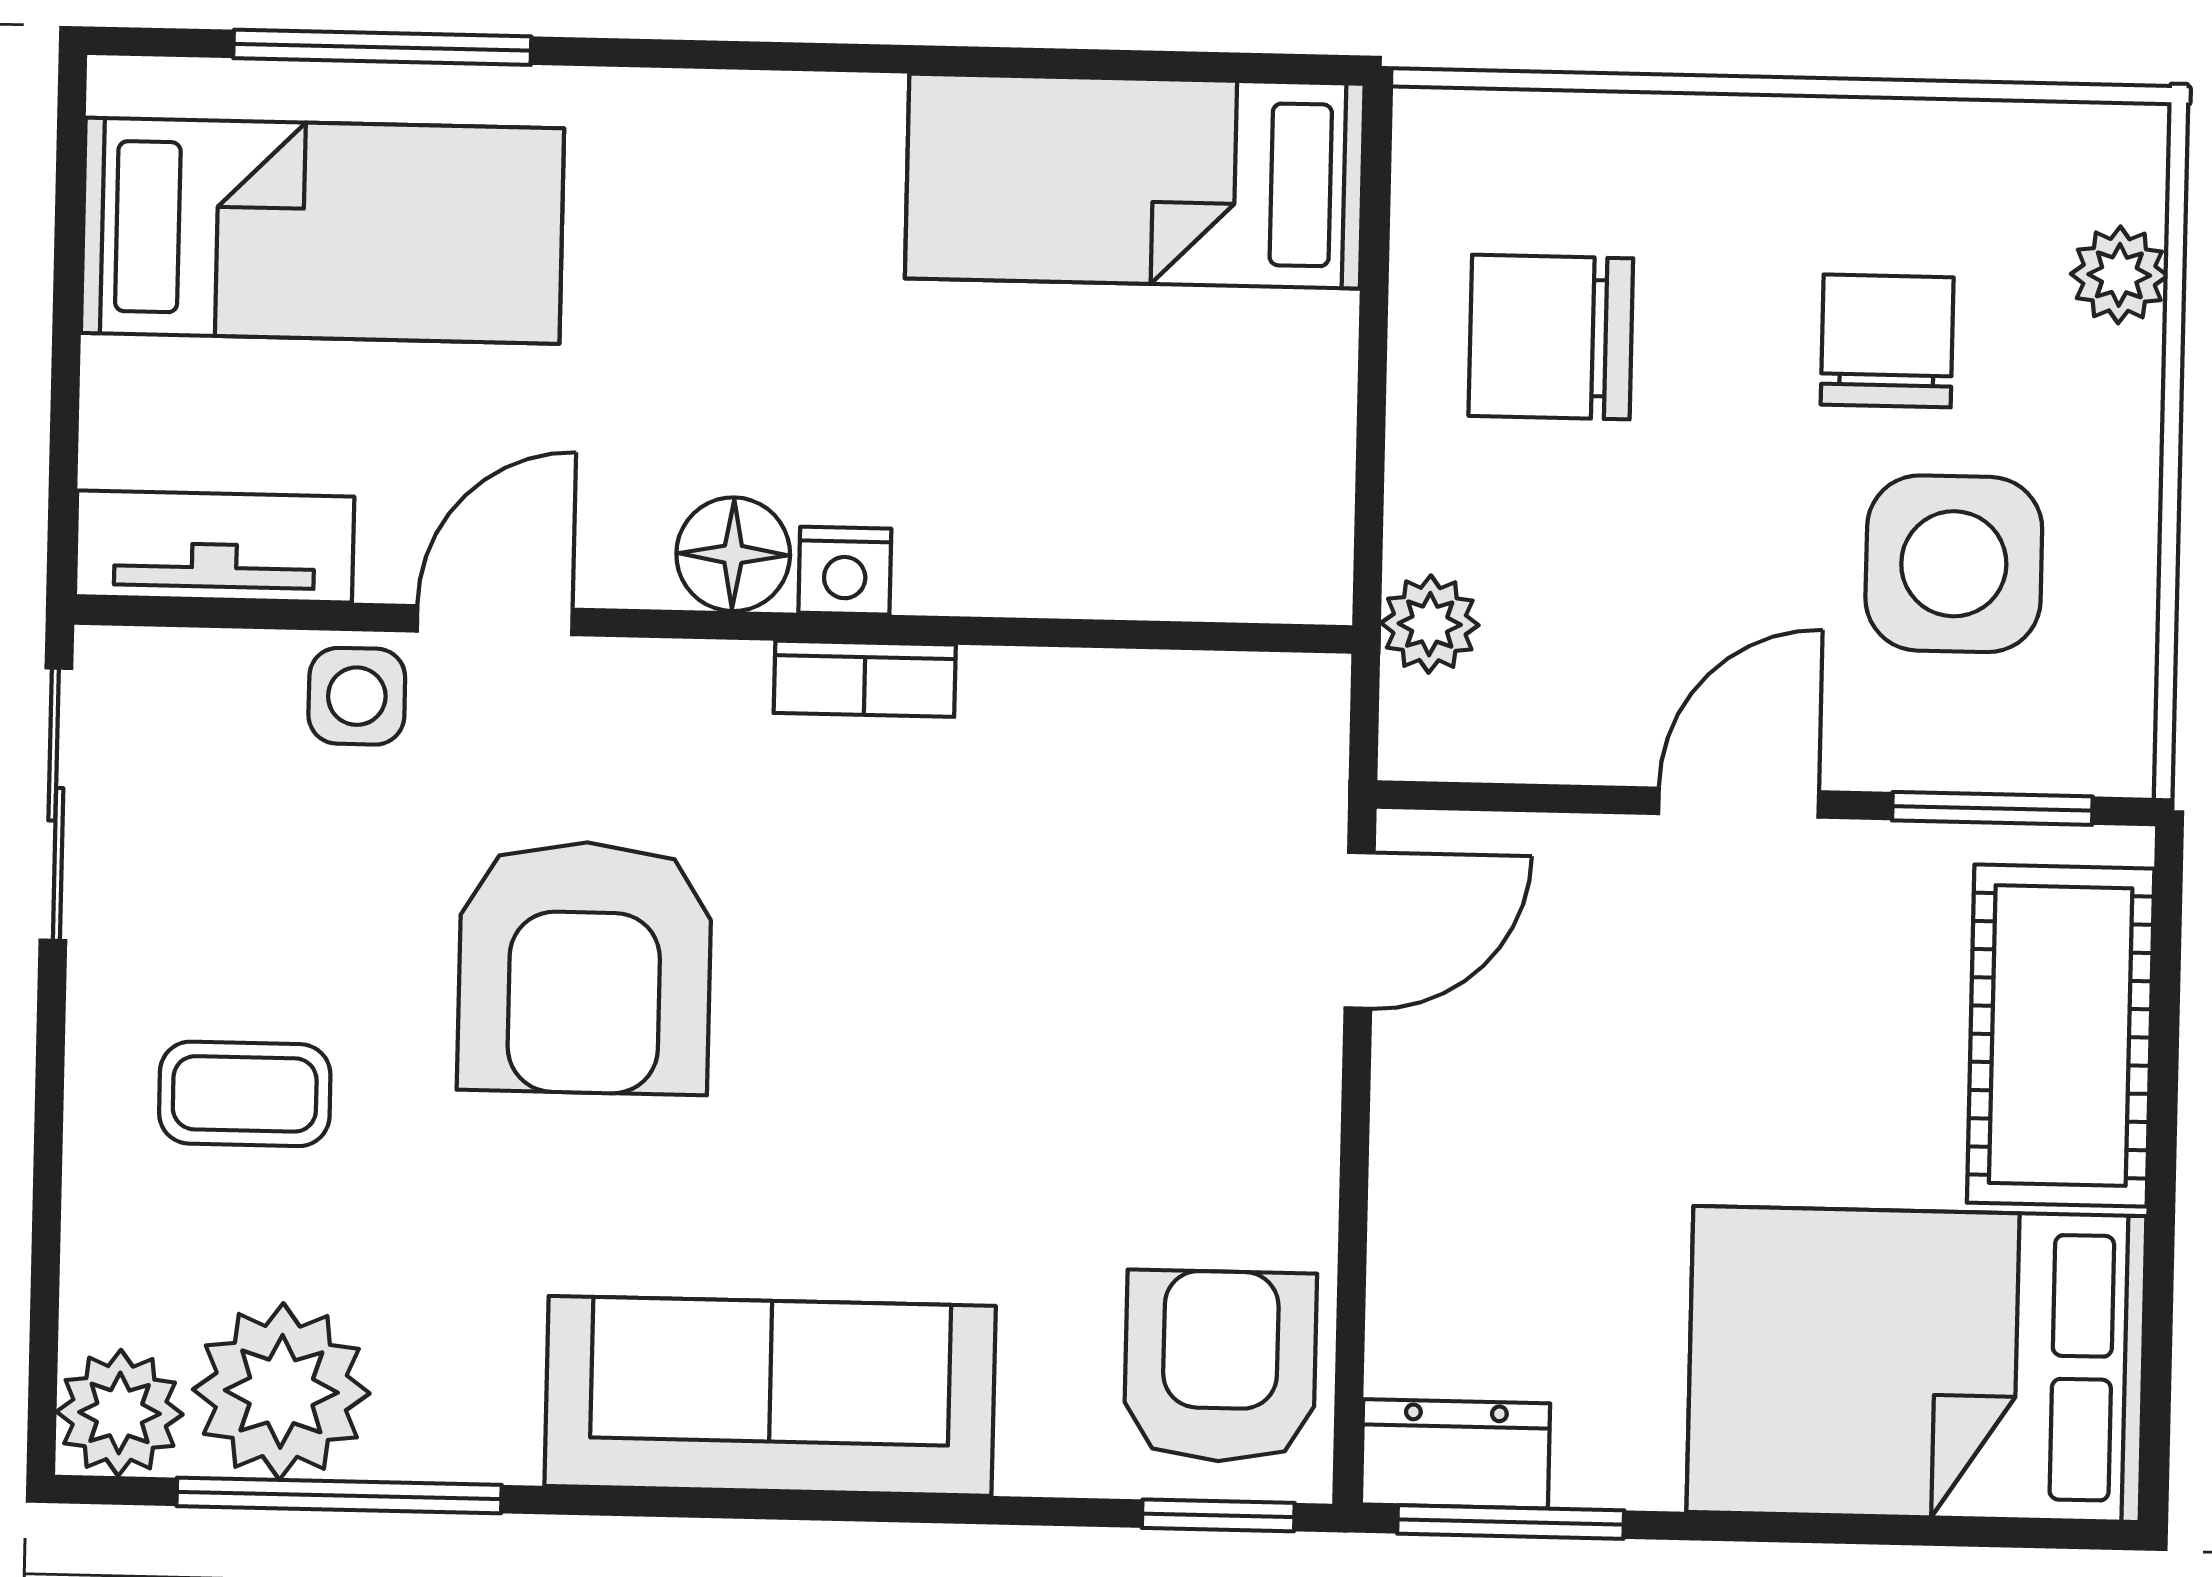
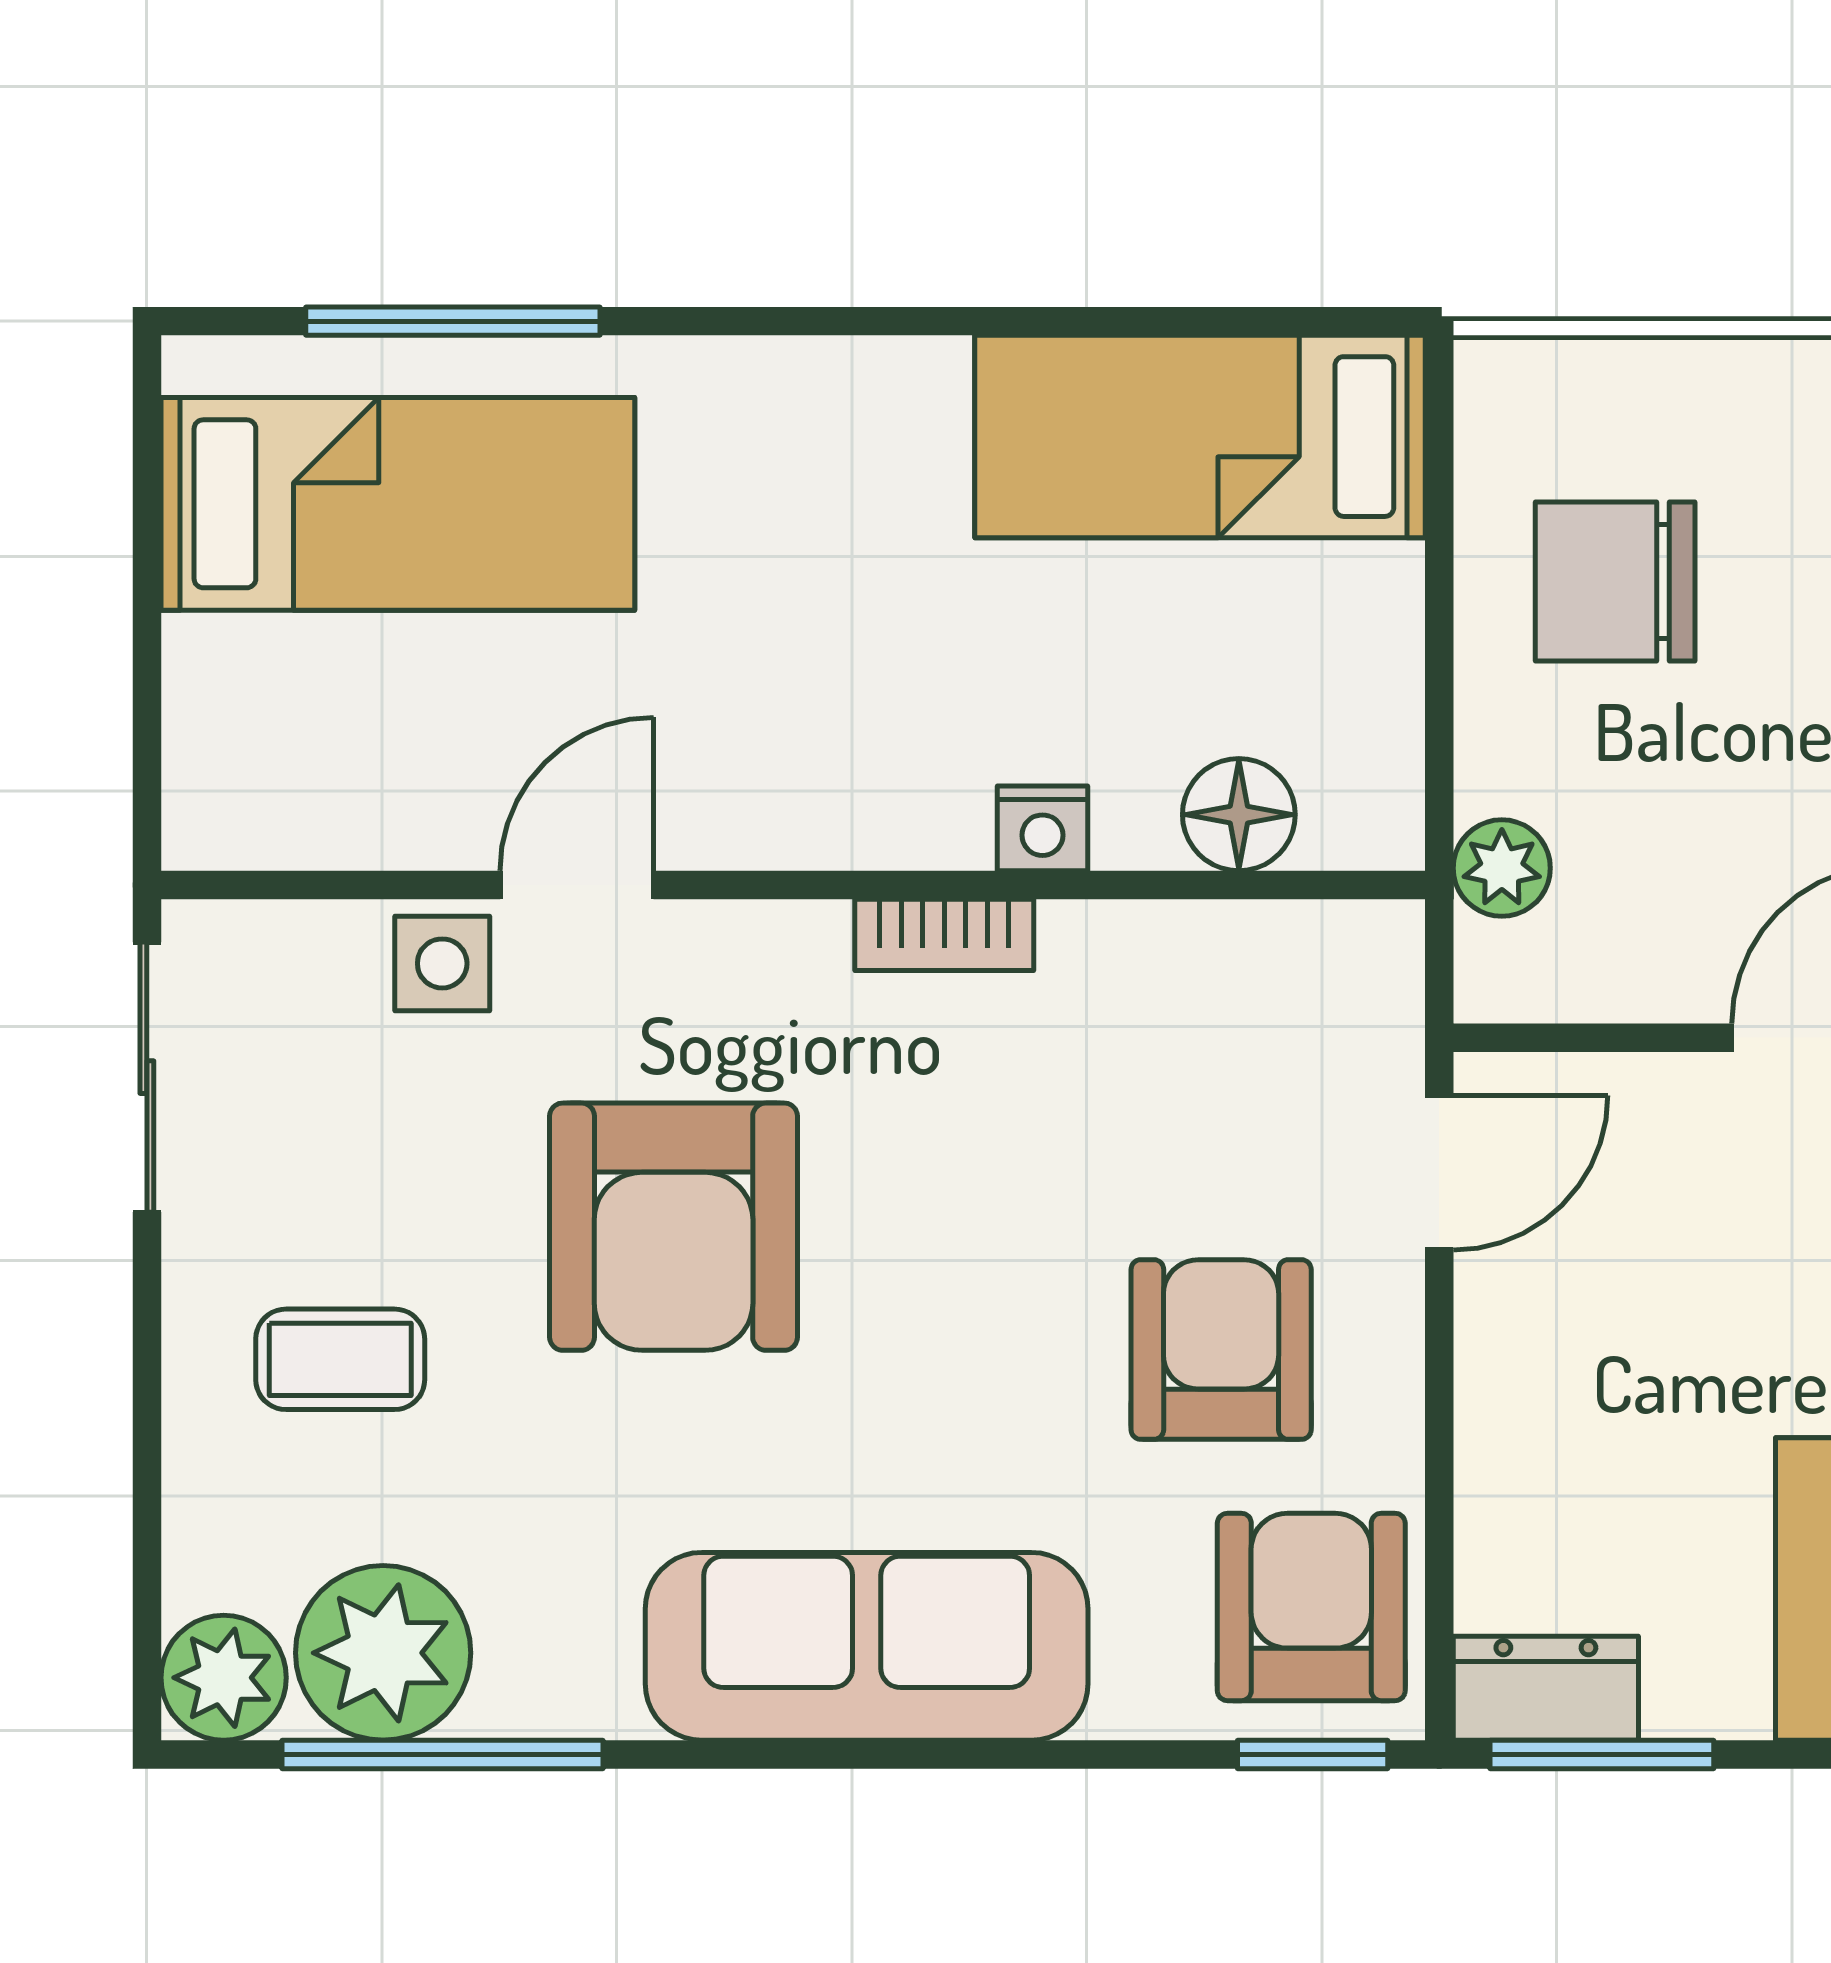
tv unit: (215, 546) -> (298, 819), removed
floor lamp: (733, 554) -> (1239, 815), moved
nightstand: (845, 571) -> (1042, 828), moved
armchair: (1135, 1104) -> (1221, 1350), added

